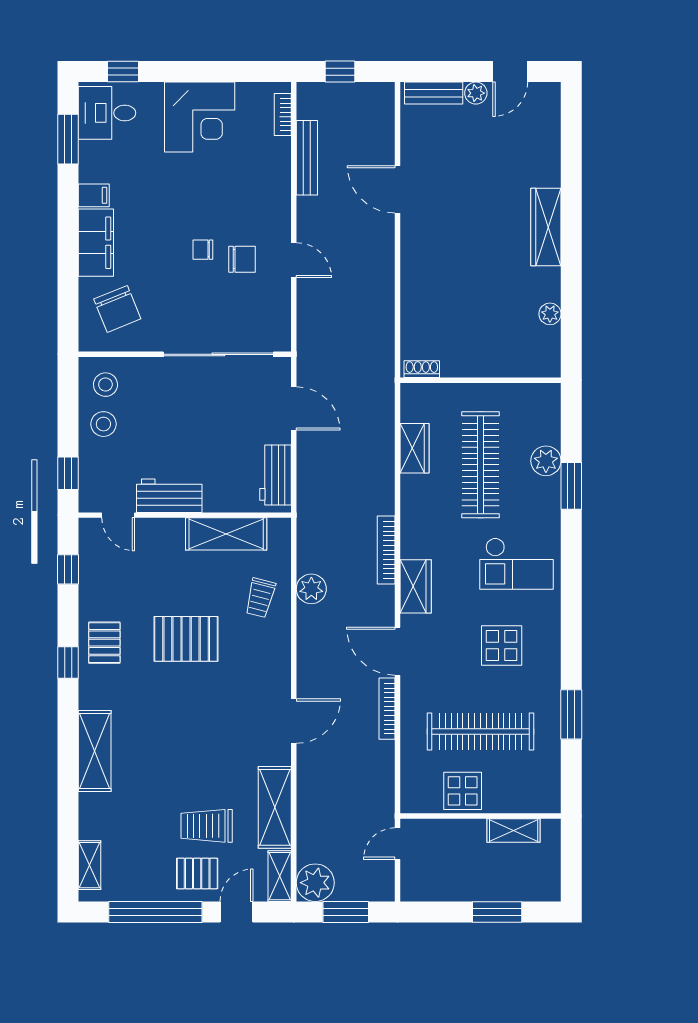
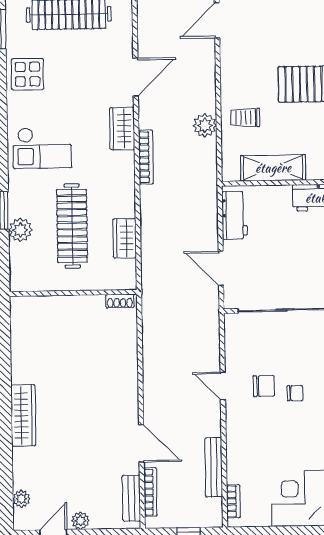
bench: (434, 93) -> (131, 498), moved, turned 90
chair: (242, 259) -> (264, 386), turned 180
plant: (550, 314) -> (21, 499), moved
checkout: (516, 564) -> (42, 148), turned 180
trolley: (260, 598) -> (245, 118), turned -104
display table: (502, 645) -> (27, 74), moved
door: (397, 651) -> (136, 77), hinge flipped
bookcase: (387, 709) -> (150, 492), moved

